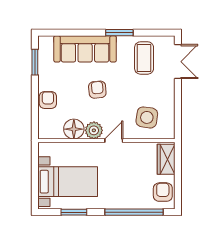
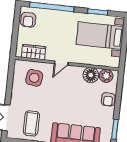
armchair: (97, 90) -> (70, 103), removed
plant: (94, 130) -> (106, 76), moved
wardrobe: (166, 159) -> (34, 52), moved, turned -90

